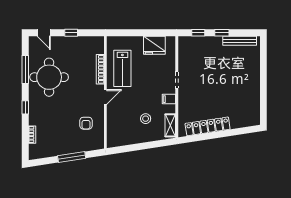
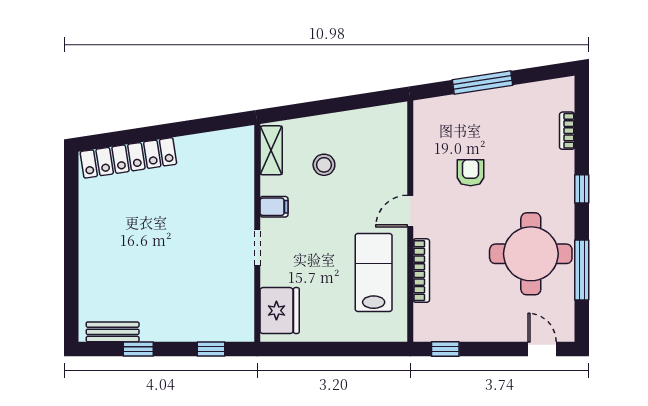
window: (71, 33) -> (445, 349), moved
window: (222, 33) -> (138, 349), moved
bench: (240, 41) -> (113, 332), width x0.73
fridge: (154, 45) -> (280, 311), moved, turned 90
armchair: (86, 123) -> (471, 173), moved
locker: (208, 126) -> (128, 158), moved

